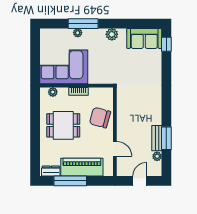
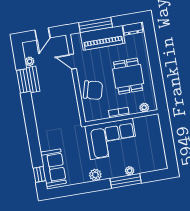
sofa: (144, 38) -> (53, 168), moved, turned 90
corner sofa: (64, 67) -> (111, 139), moved
dining table: (63, 125) -> (128, 76), turned 90
window: (70, 181) -> (96, 25), moved

